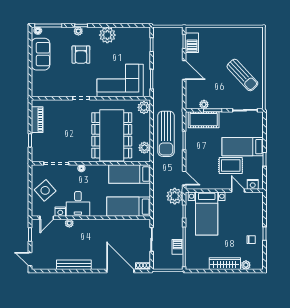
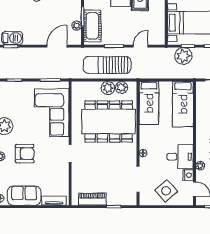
door: (184, 70) -> (57, 46), moved
tv unit: (36, 83) -> (54, 201), added
plant: (144, 107) -> (108, 88), moved
sun lounger: (166, 134) -> (107, 65), turned 180
door: (184, 178) -> (141, 46), moved
plant: (175, 196) -> (183, 56), moved

